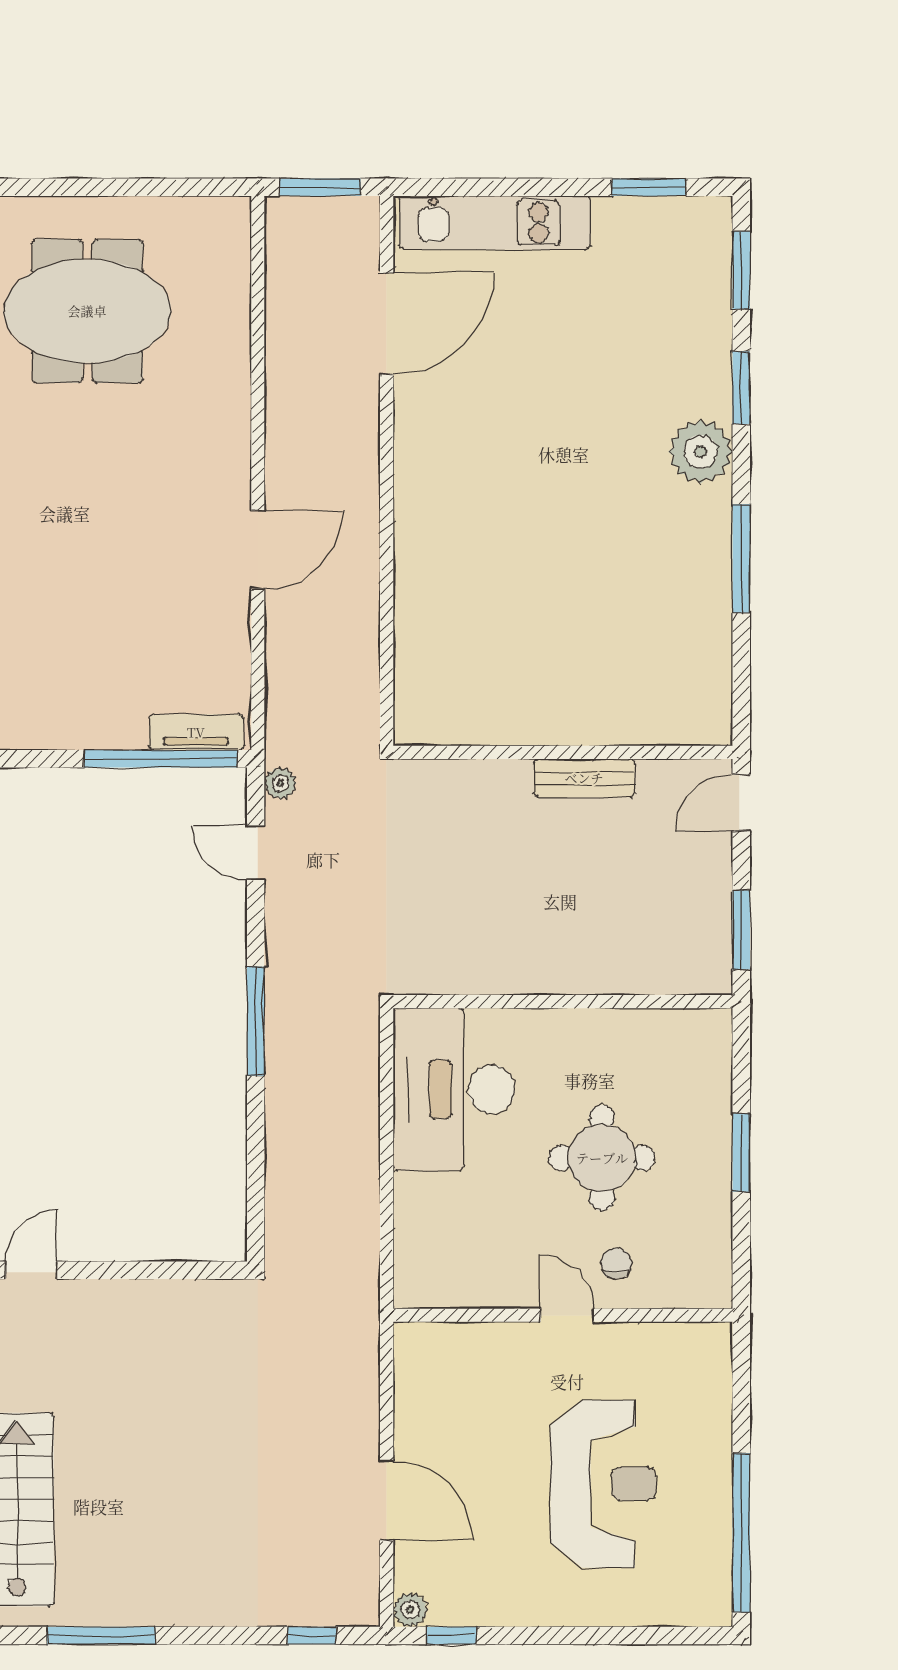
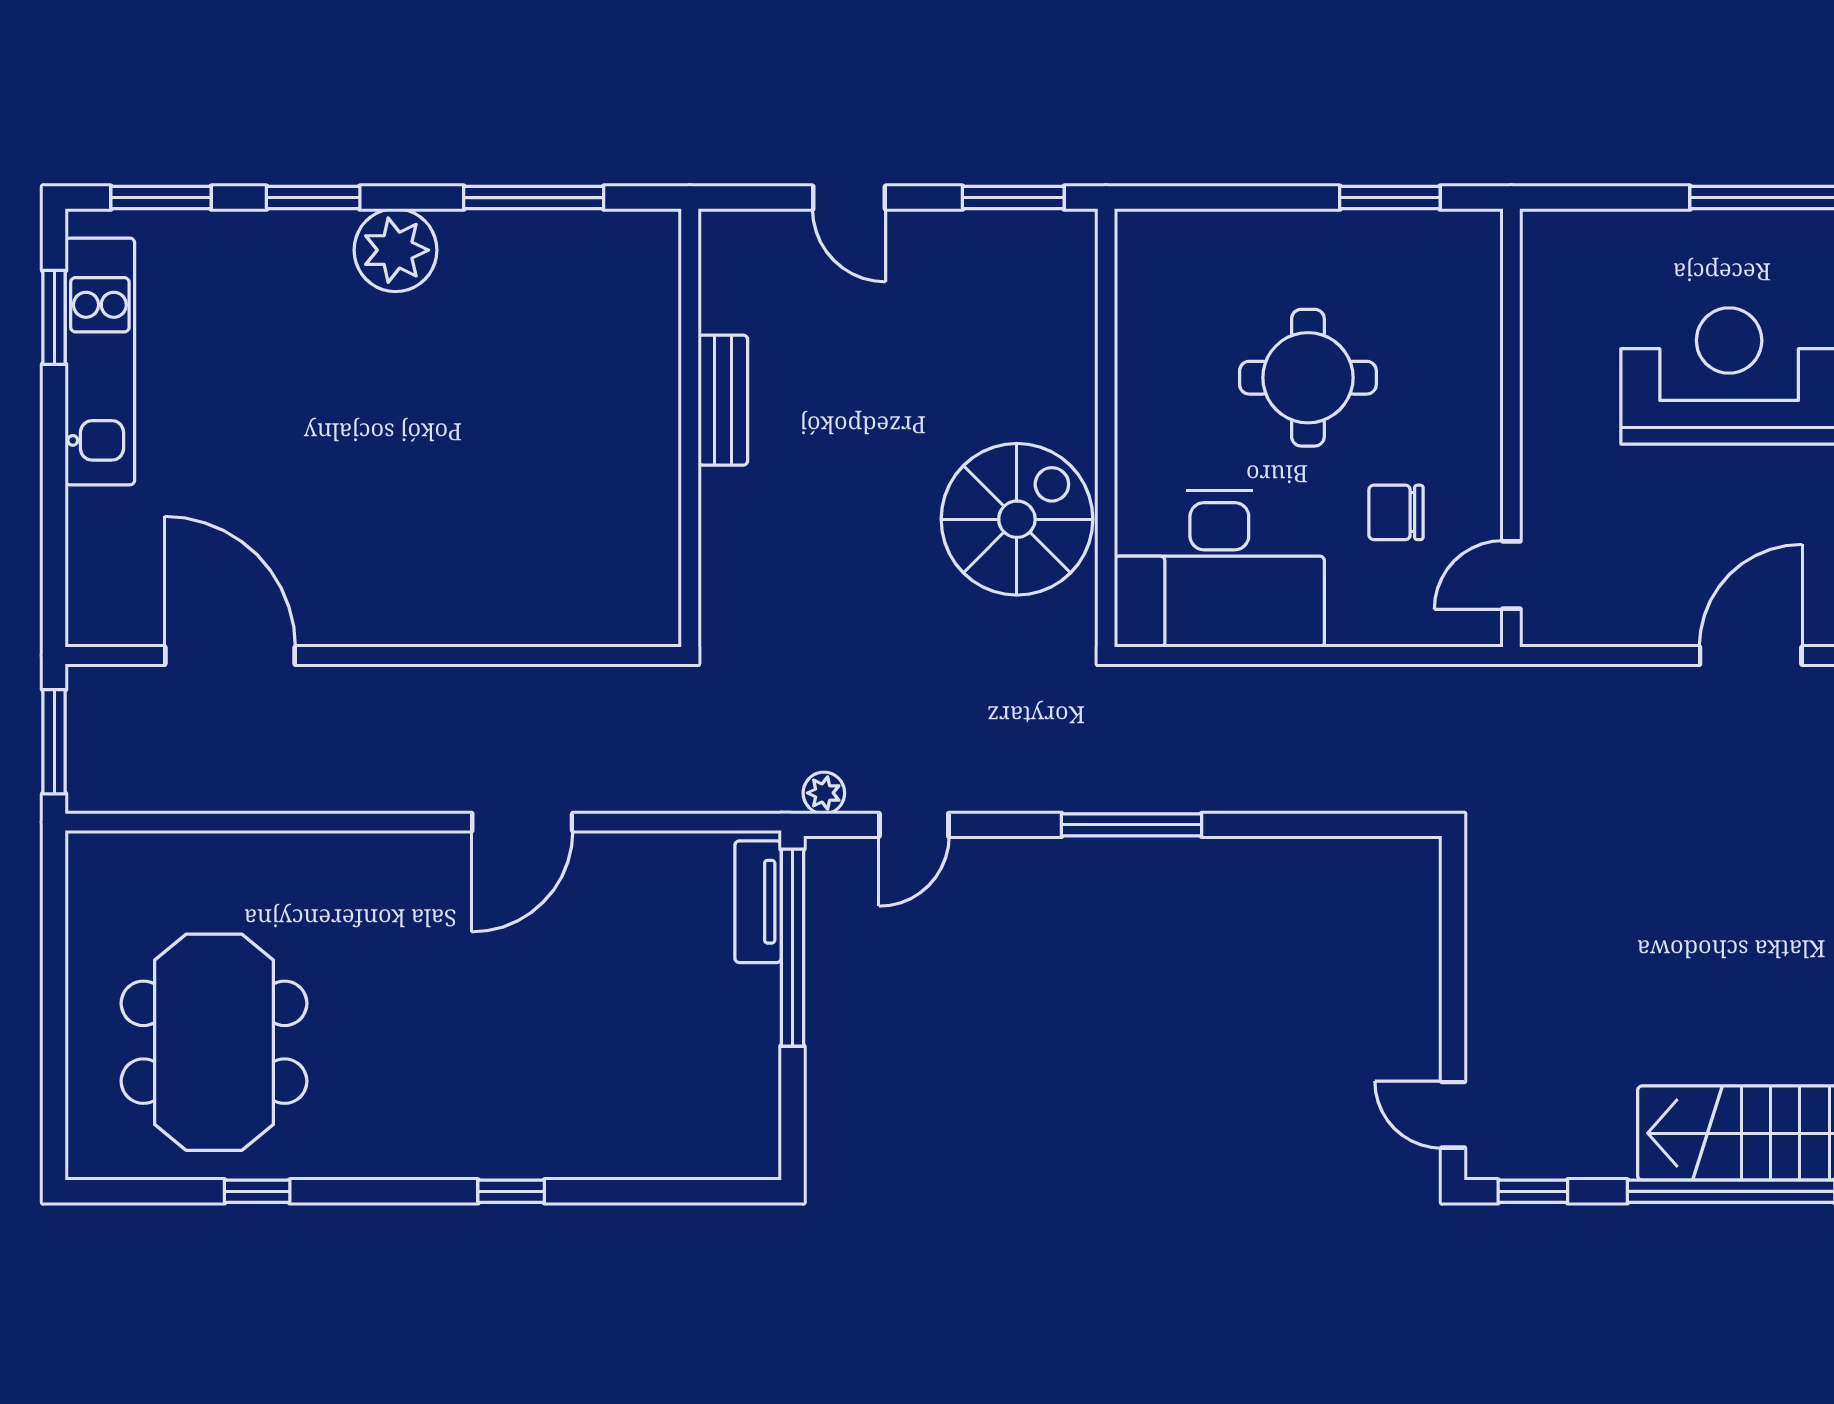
kitchen unit: (495, 223) -> (100, 361), moved
door: (258, 550) -> (522, 822), swing flipped
wall: (563, 752) -> (690, 428), moved
bench: (584, 778) -> (723, 400), moved
spiral stairs: (492, 933) -> (1017, 519), added
window: (741, 1153) -> (1390, 198), moved
chair: (616, 1263) -> (1396, 512), moved, width x1.37, depth x1.37
door: (567, 1315) -> (1511, 575), moved

